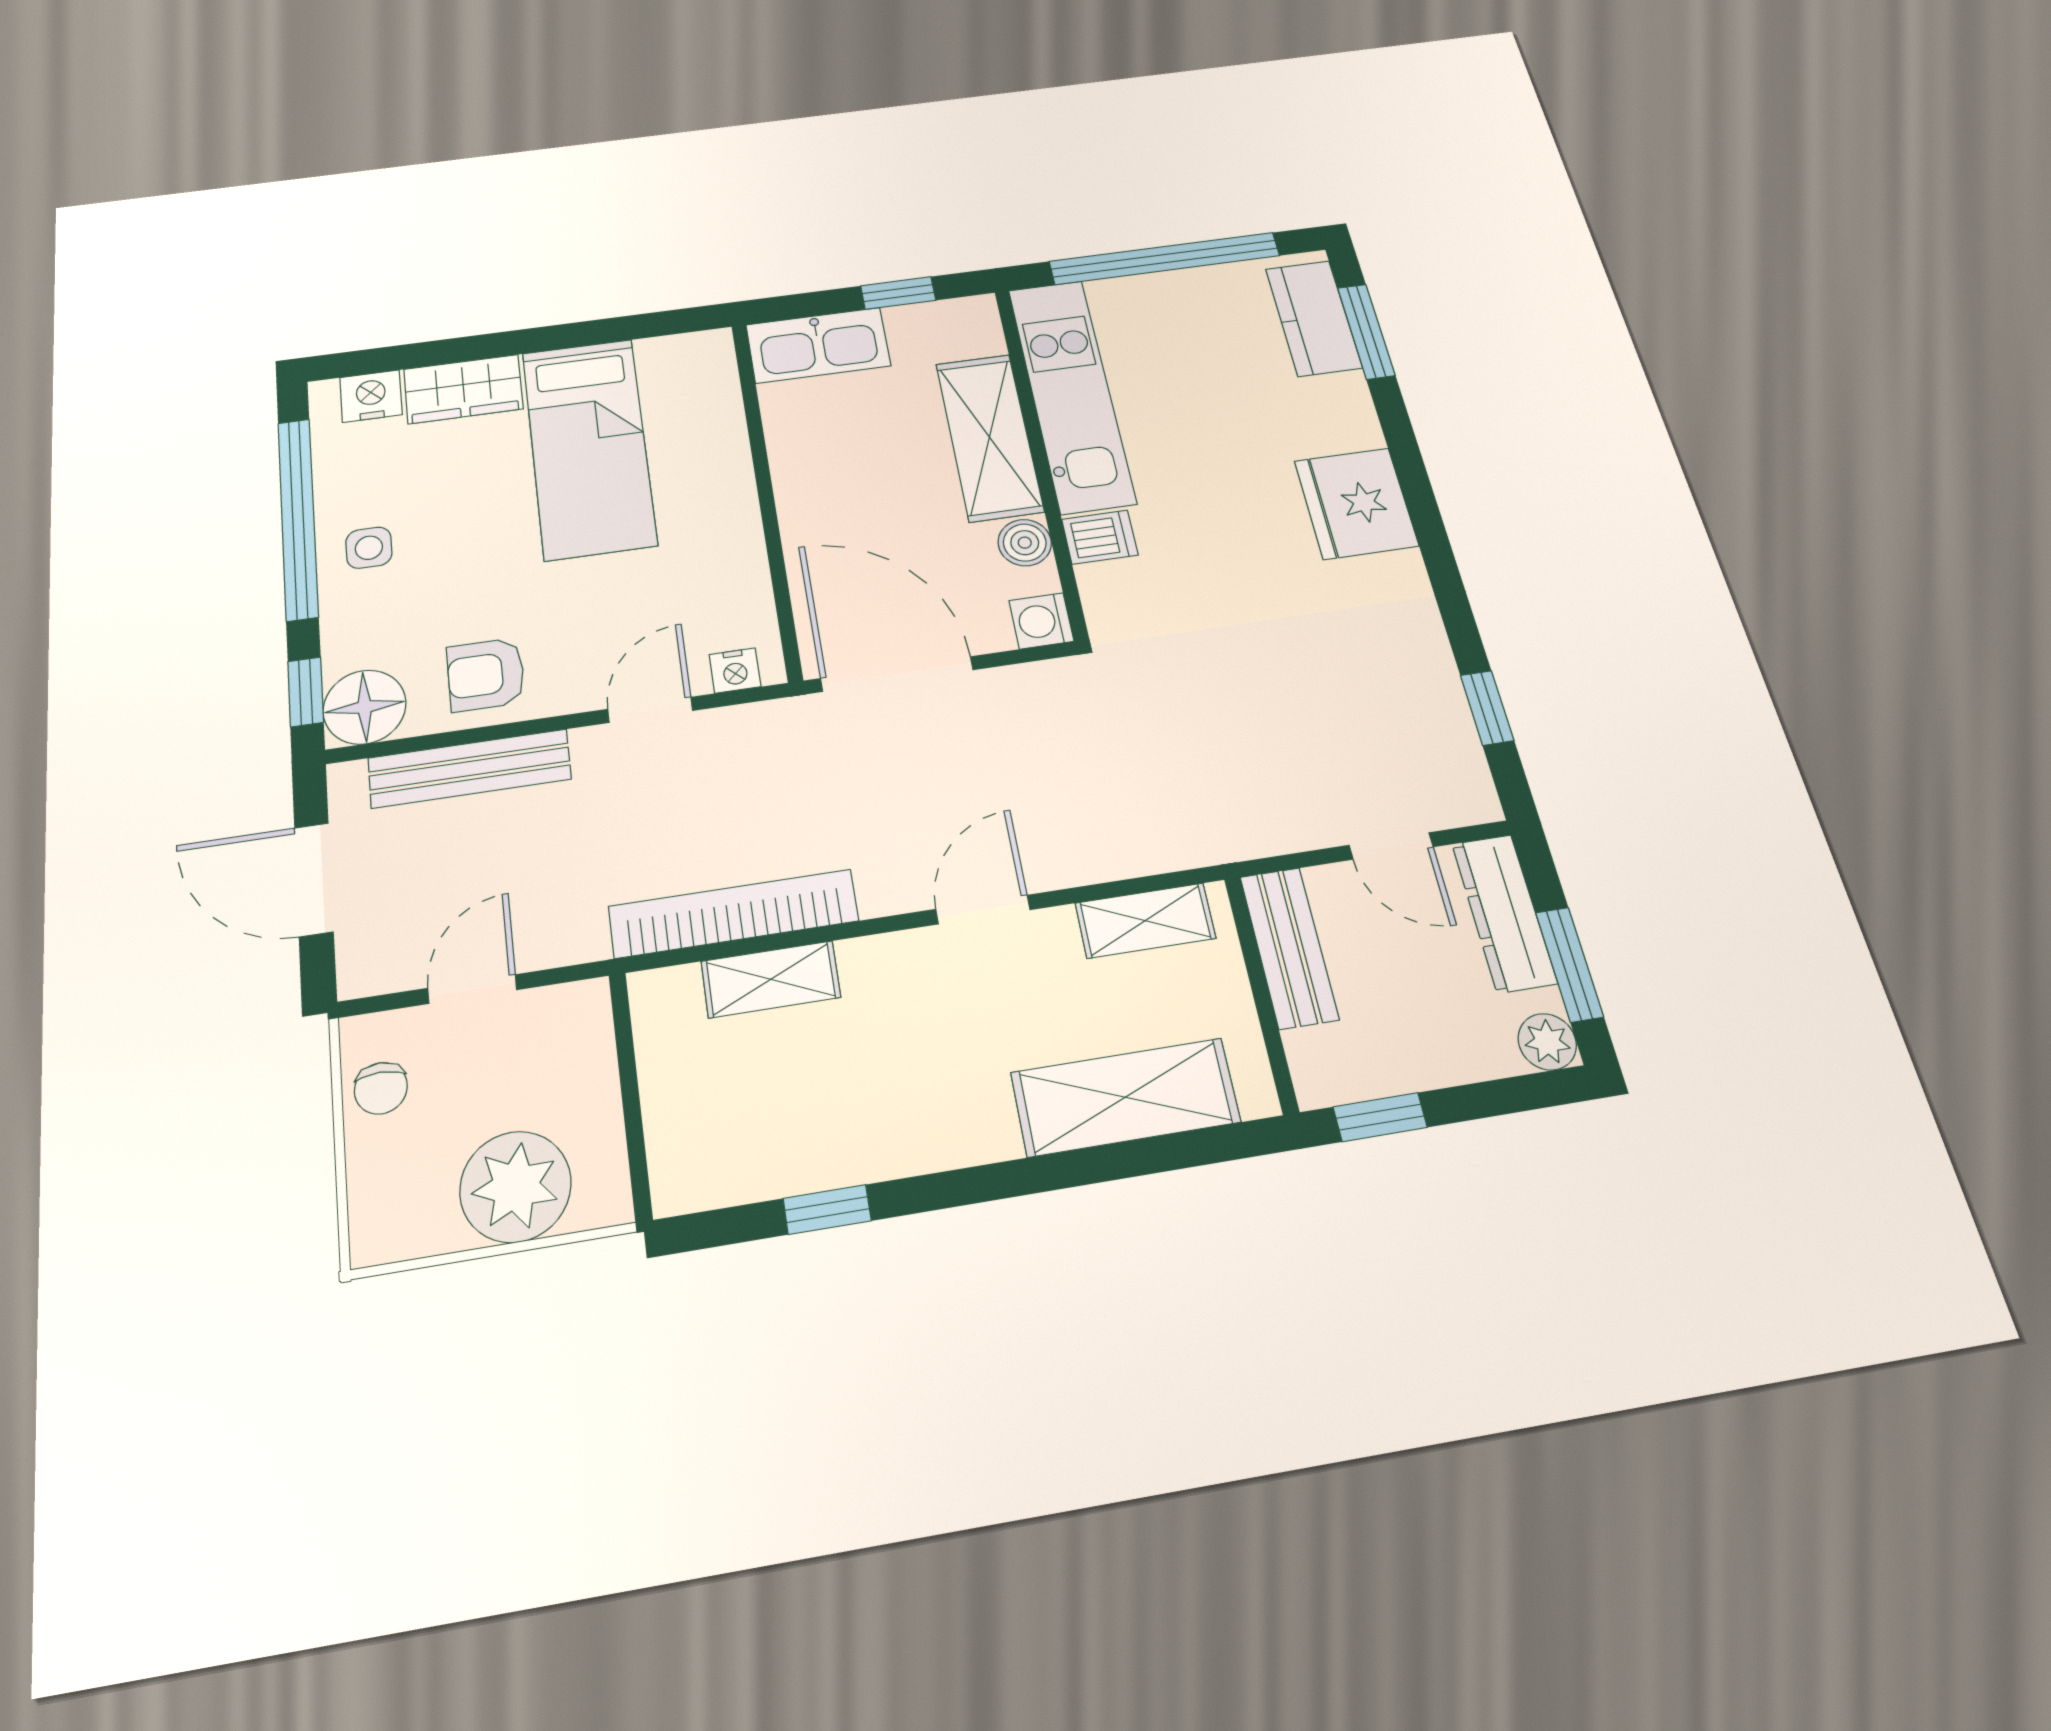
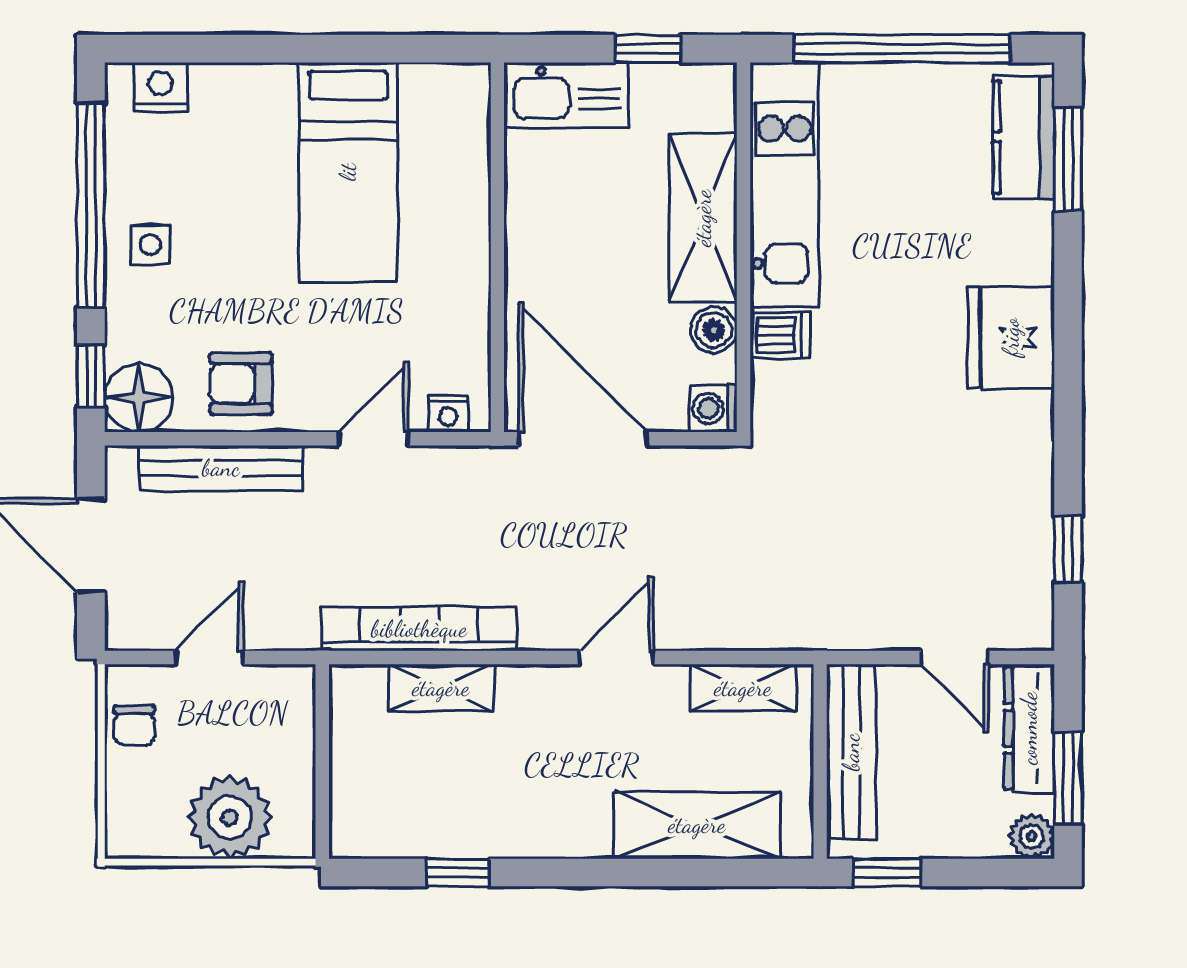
wardrobe: (463, 389) -> (243, 92), removed
bench: (1289, 948) -> (851, 752), width x1.36

